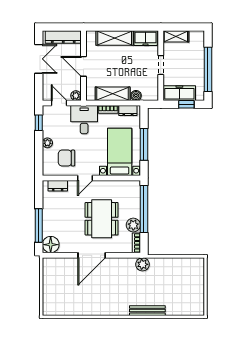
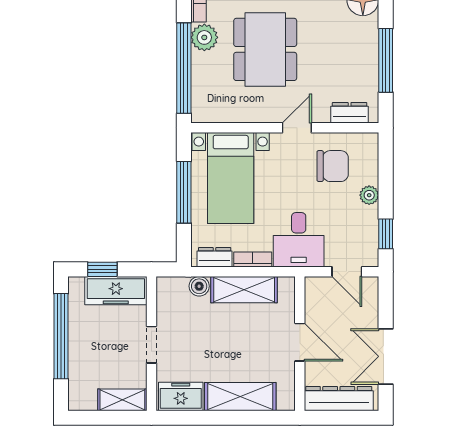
plant: (76, 96) -> (314, 286), removed
window: (39, 225) -> (386, 60), moved

